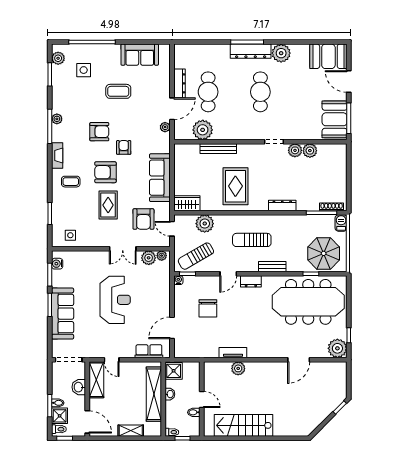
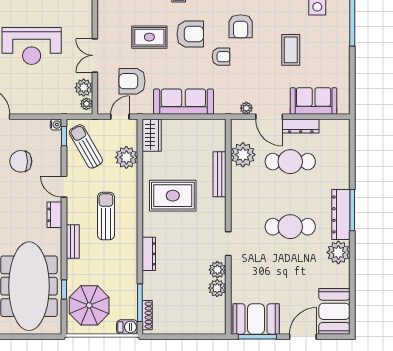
sofa: (140, 55) -> (314, 101), moved, turned 90
armchair: (105, 172) -> (190, 34), turned 90

